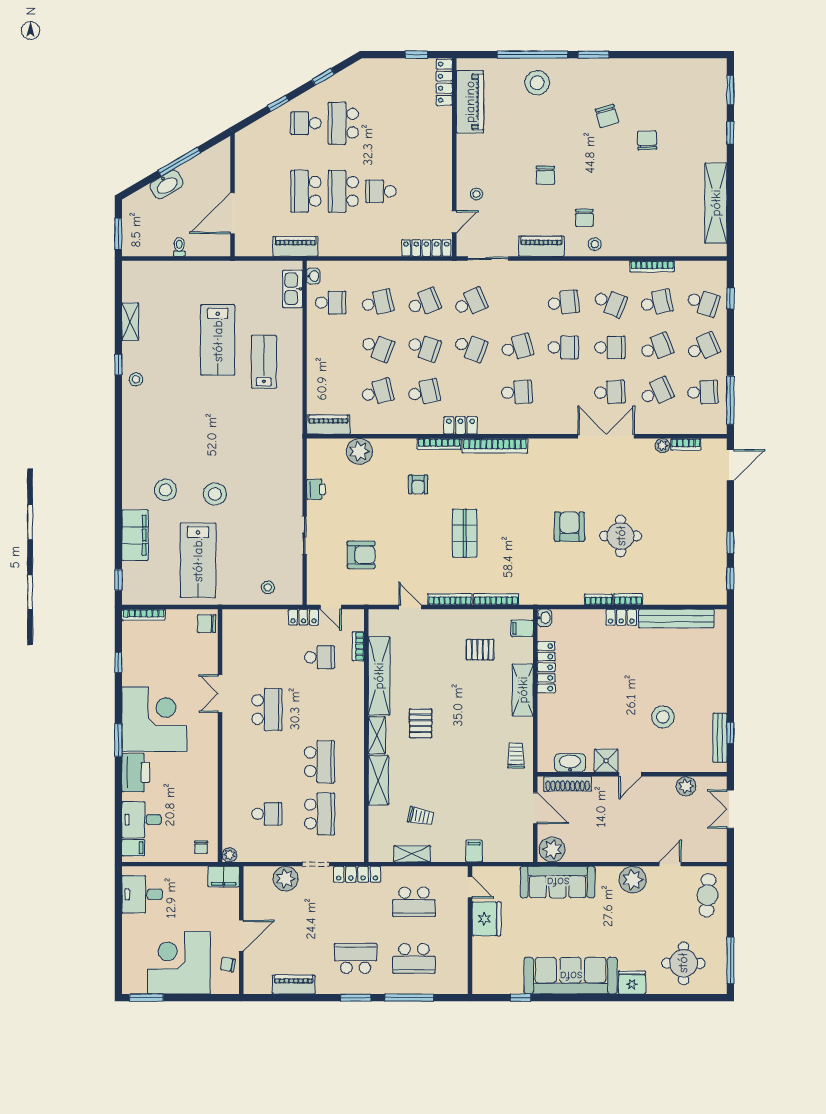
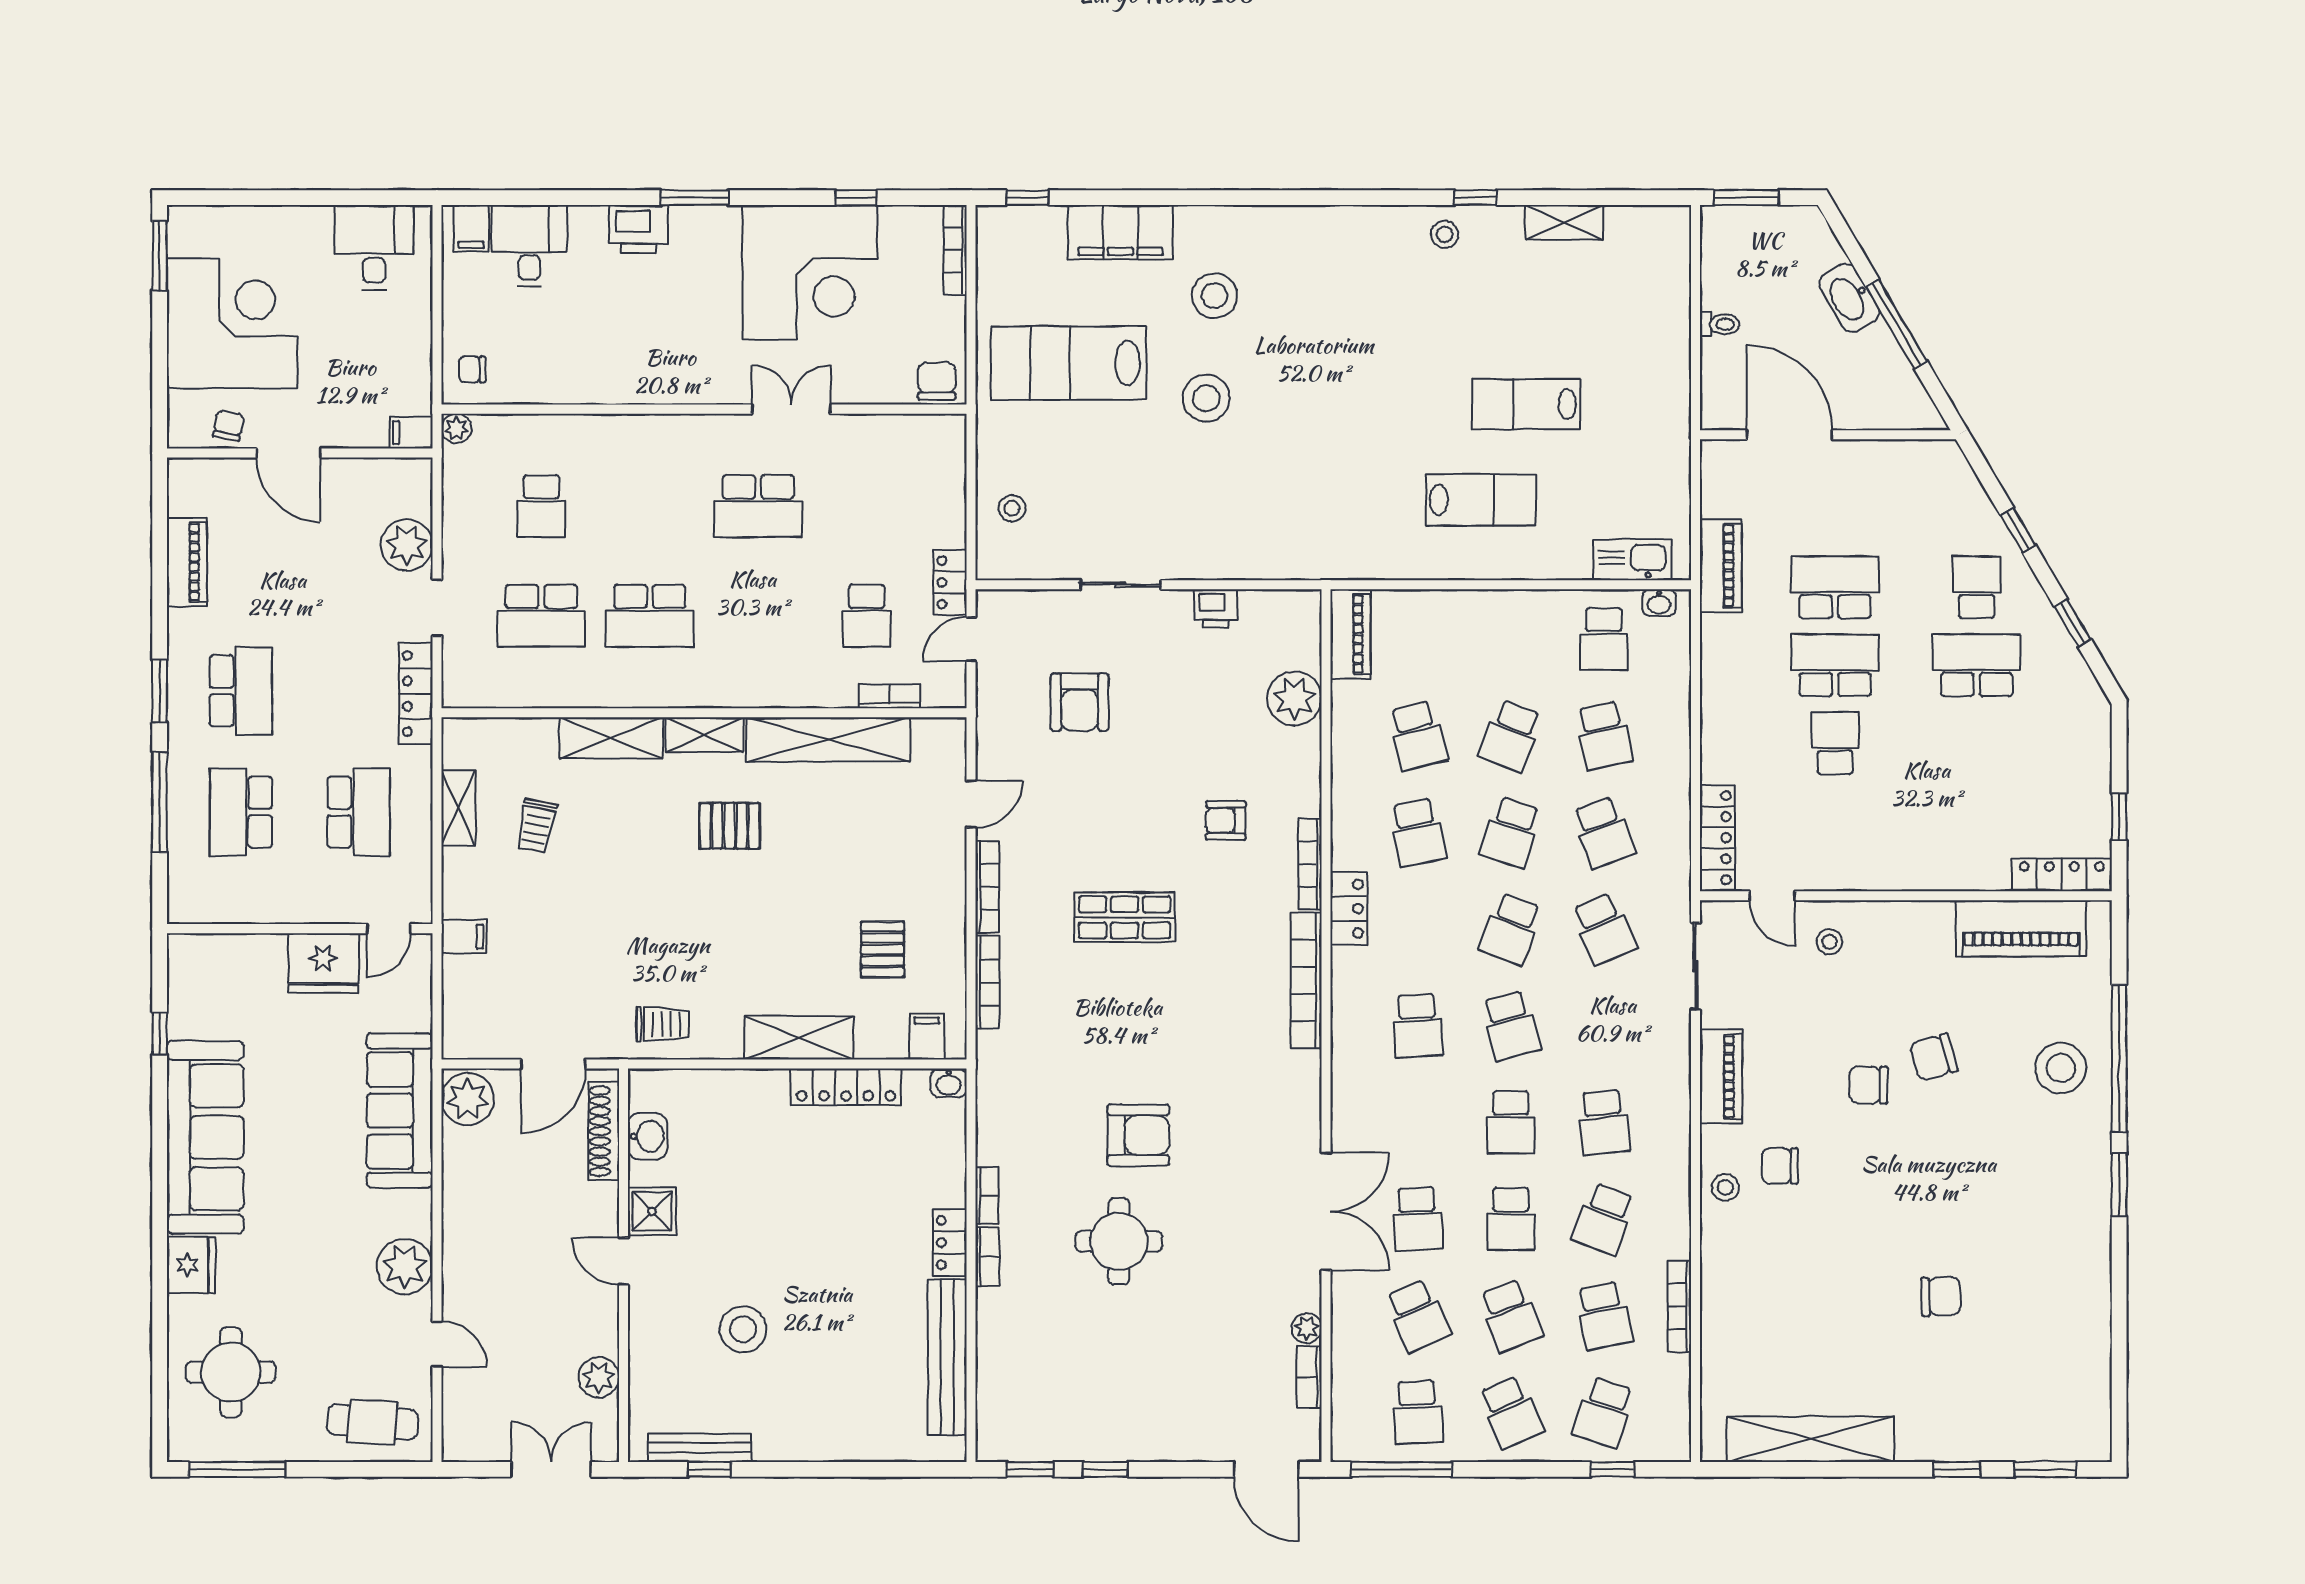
chair: (607, 116) -> (1934, 1057), moved
lab bench: (218, 340) -> (1526, 404), width x0.73, depth x0.72
corner desk: (154, 719) -> (810, 272), moved
washbasin: (570, 763) -> (648, 1136), width x0.72
printer: (136, 772) -> (638, 229), width x0.73, depth x0.84
filing cabinet: (224, 877) -> (411, 432), width x0.50
school desk: (414, 902) -> (359, 812), turned 180

